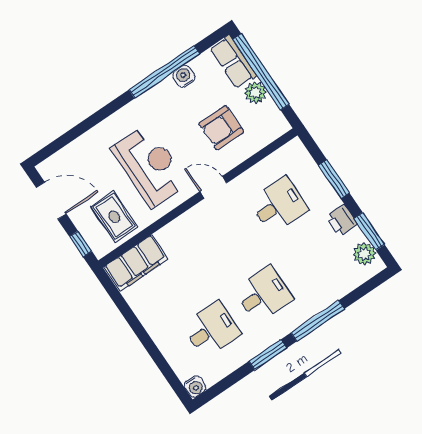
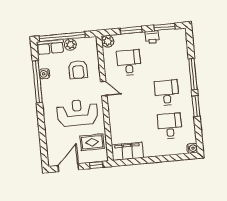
door: (213, 187) -> (104, 89), swing flipped
plant: (364, 254) -> (108, 41), moved
filing cabinet: (136, 263) -> (127, 151), moved, turned -90

